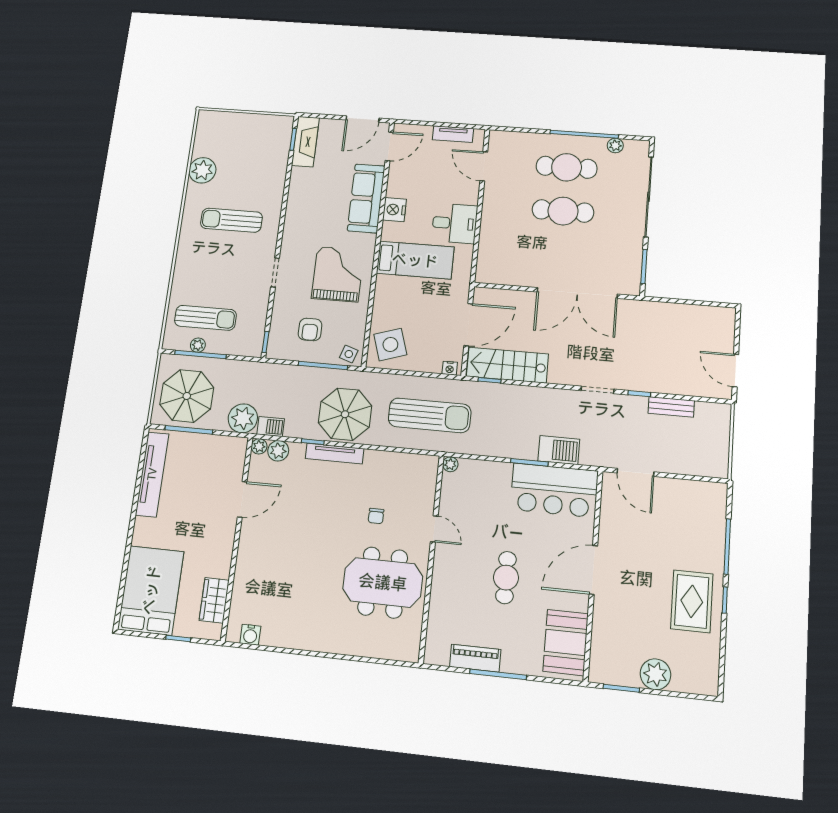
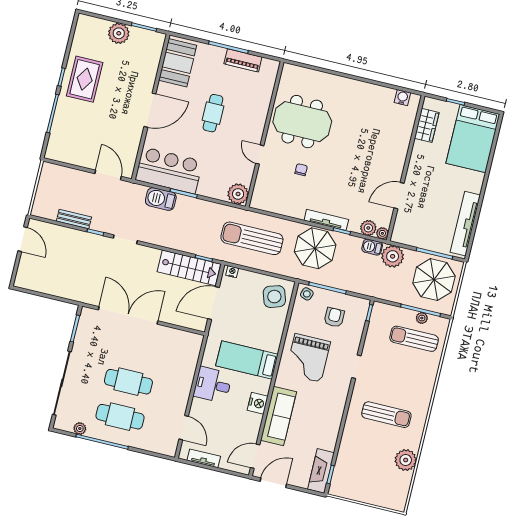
plant: (450, 464) -> (238, 194), width x1.88, depth x1.88

